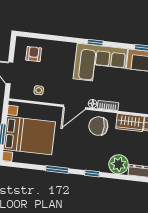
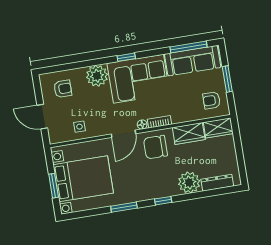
plant: (66, 51) -> (97, 76), added
armchair: (34, 54) -> (63, 89), turned 90

